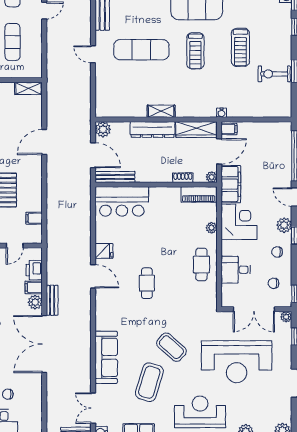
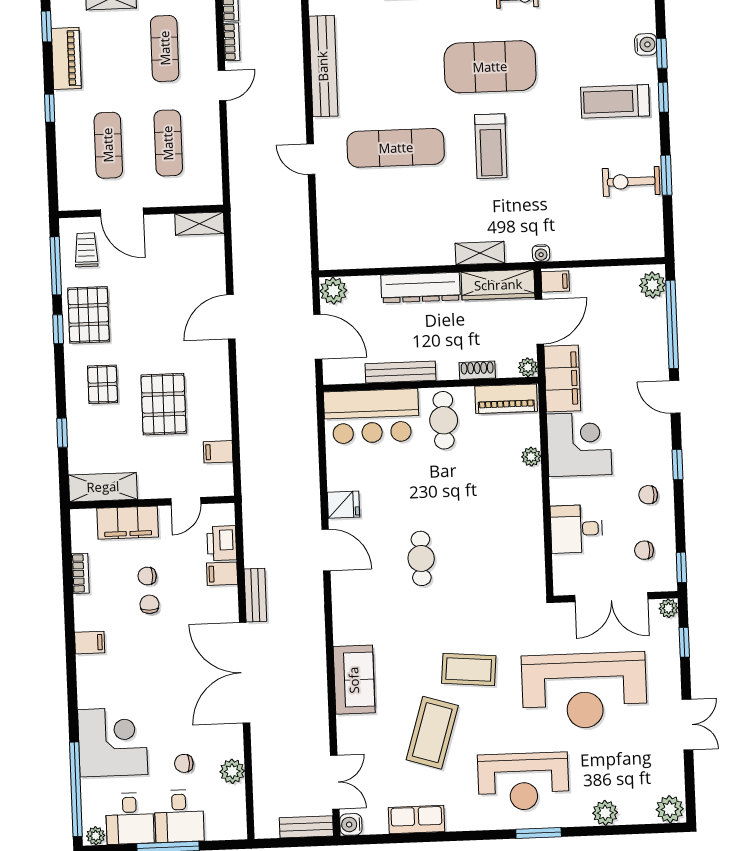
treadmill: (240, 47) -> (615, 101), moved, turned 90
shelving: (161, 111) -> (480, 253), moved
bench: (115, 177) -> (401, 372), moved
plant: (284, 225) -> (652, 285), moved
cafe table: (201, 264) -> (444, 420), moved
plant: (35, 302) -> (232, 771), moved
coffee table: (171, 347) -> (469, 669), turned -37
sofa: (106, 357) -> (354, 680), width x0.73
double door: (93, 408) -> (335, 782), swing flipped
reception desk: (200, 412) -> (523, 781), turned 180

